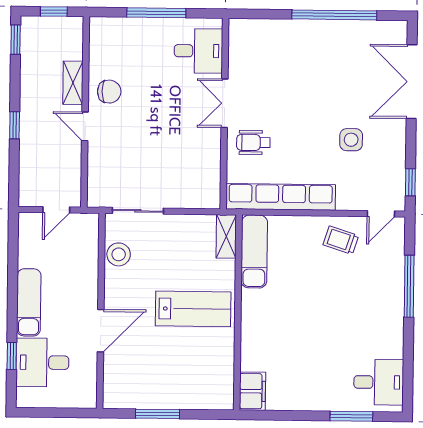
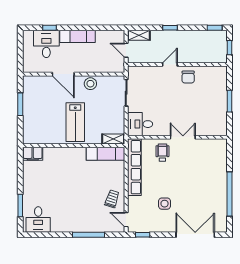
window: (156, 13) -> (230, 101), width x0.69
desk: (198, 51) -> (140, 124), moved, turned 90
shelving: (73, 83) -> (139, 35), moved
stool: (119, 254) -> (90, 84), moved

